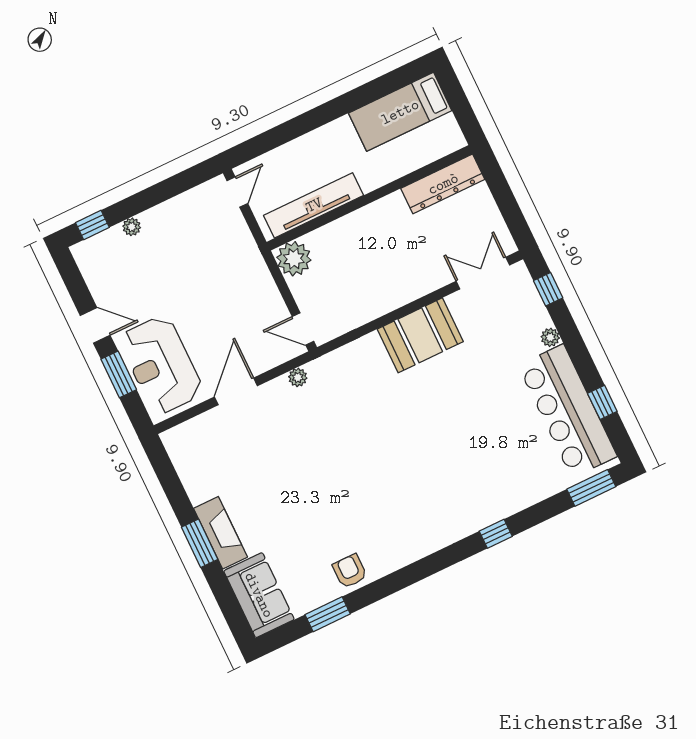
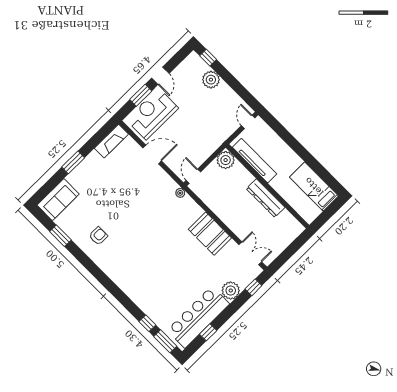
dresser: (443, 184) -> (266, 198), moved
door: (237, 192) -> (248, 122), swing flipped
plant: (132, 227) -> (211, 80), width x1.87, depth x1.87
plant: (550, 337) -> (231, 291), width x1.88, depth x1.88
plant: (298, 377) -> (180, 193), moved
fireplace: (220, 533) -> (111, 141), moved
window: (496, 534) -> (147, 323), moved
armchair: (350, 571) -> (98, 236), moved

